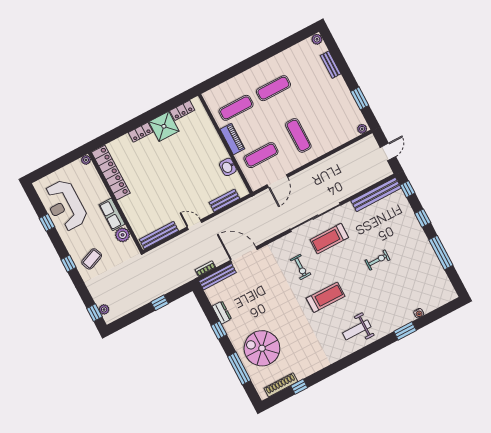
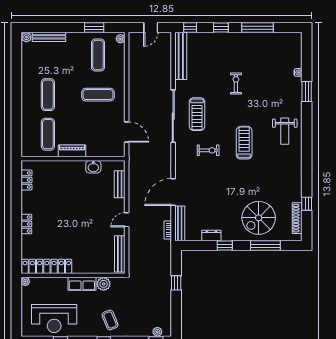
bench: (331, 65) -> (49, 37), width x1.36
shower: (164, 126) -> (32, 202), removed
door: (388, 152) -> (151, 28), swing flipped
exercise mat: (261, 155) -> (98, 55), moved

